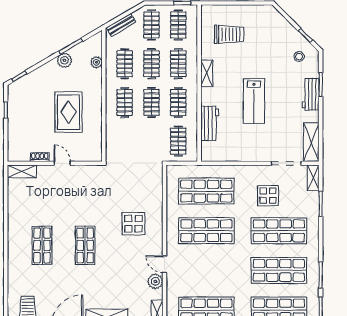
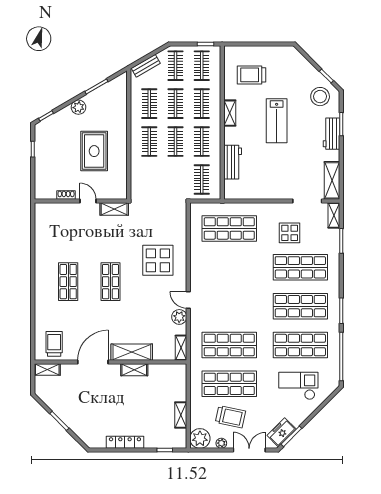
trolley: (229, 34) -> (252, 75), turned 180
stool: (299, 56) -> (320, 97), width x1.89, depth x1.89
plant: (64, 60) -> (78, 107), moved
plant: (96, 62) -> (122, 102), removed
lab bench: (254, 101) -> (277, 121), moved
shelving: (22, 171) -> (114, 209), moved
display table: (133, 224) -> (158, 260), width x1.36, depth x1.36
shop shelf: (206, 231) -> (229, 267), removed

